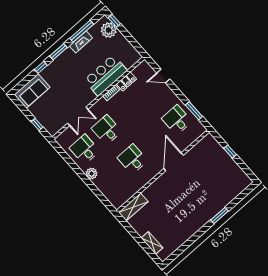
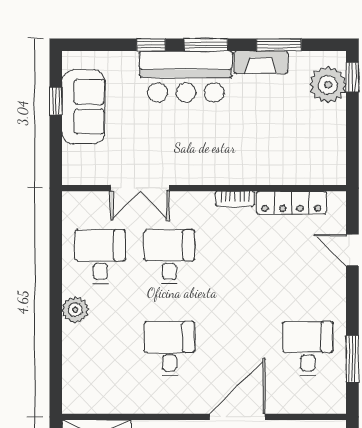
window: (82, 31) -> (279, 45), width x0.69
bar counter: (106, 75) -> (186, 77), moved, turned 180
locker: (126, 82) -> (291, 203), width x1.53
sofa: (32, 91) -> (84, 107), moved, turned -90
window: (37, 124) -> (56, 101), moved

